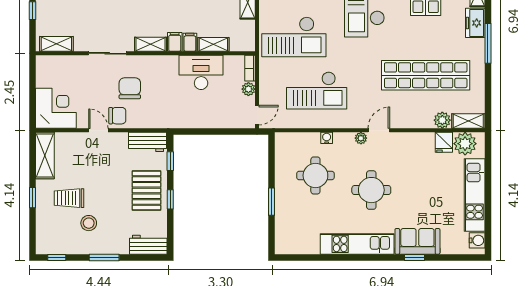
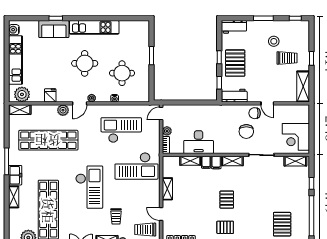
checkout: (294, 37) -> (136, 166), turned 180
corner desk: (56, 108) -> (296, 137), moved
plant: (442, 120) -> (63, 110), moved
fridge: (444, 142) -> (50, 95), moved

